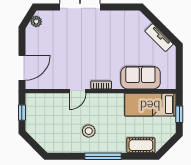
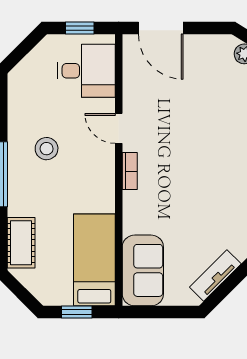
sofa: (140, 78) -> (143, 270), moved
desk: (46, 109) -> (86, 71), added

